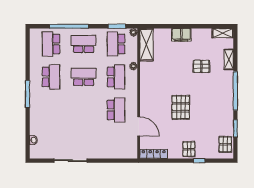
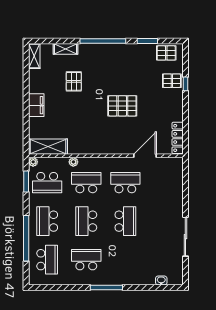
school desk: (51, 44) -> (47, 260), turned -90
school desk: (84, 110) -> (125, 221), added
pallet: (189, 149) -> (172, 81), moved

